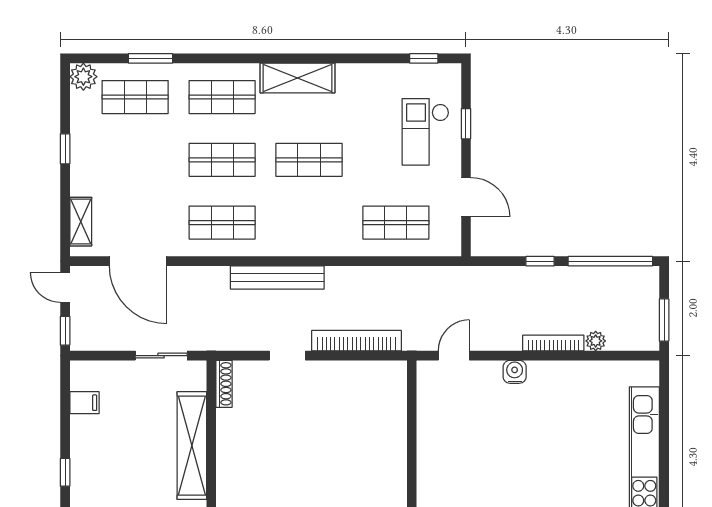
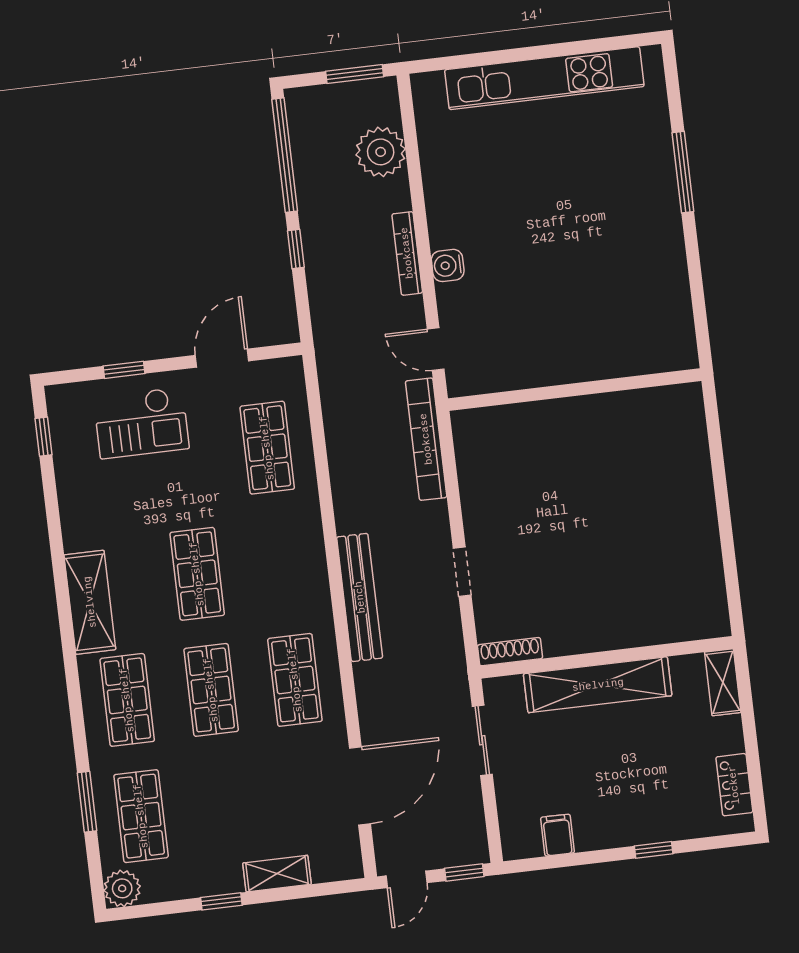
shelving: (81, 222) -> (277, 874), moved
bookcase: (357, 341) -> (426, 439), moved
plant: (596, 341) -> (381, 152), width x1.87, depth x1.87
bookcase: (553, 343) -> (407, 253), moved

